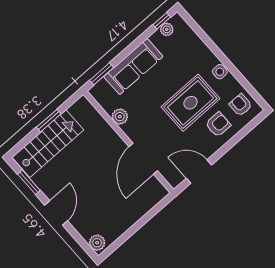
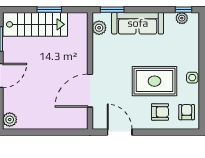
plant: (120, 117) -> (99, 28), moved

